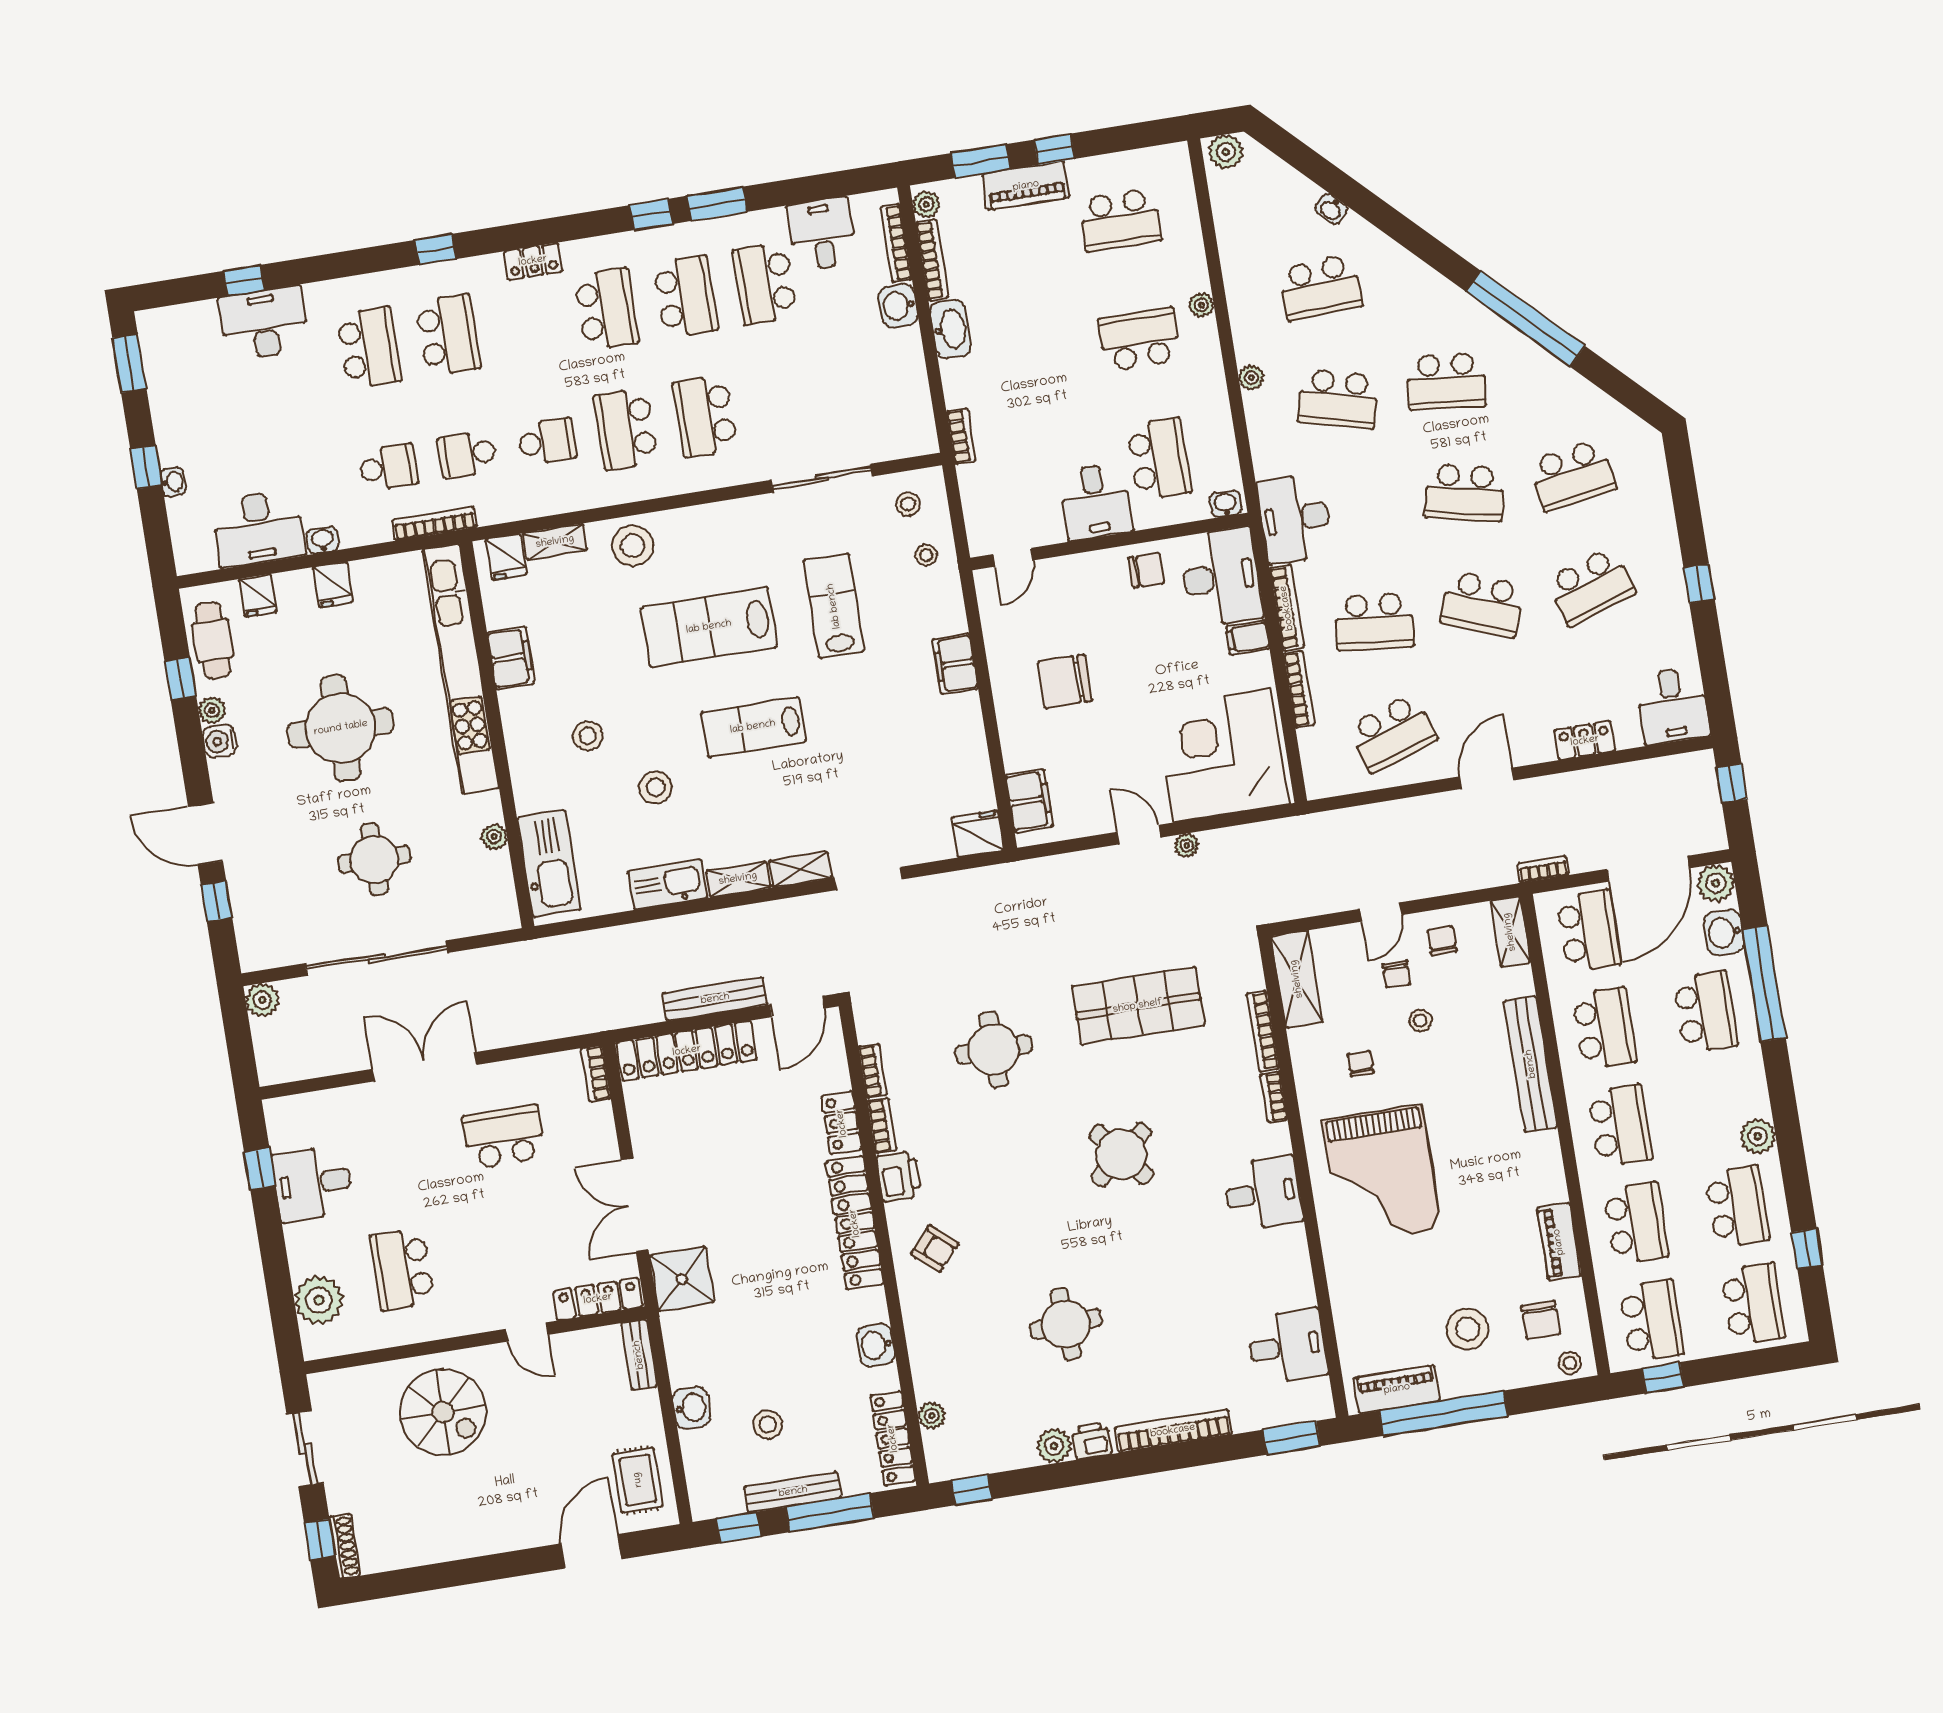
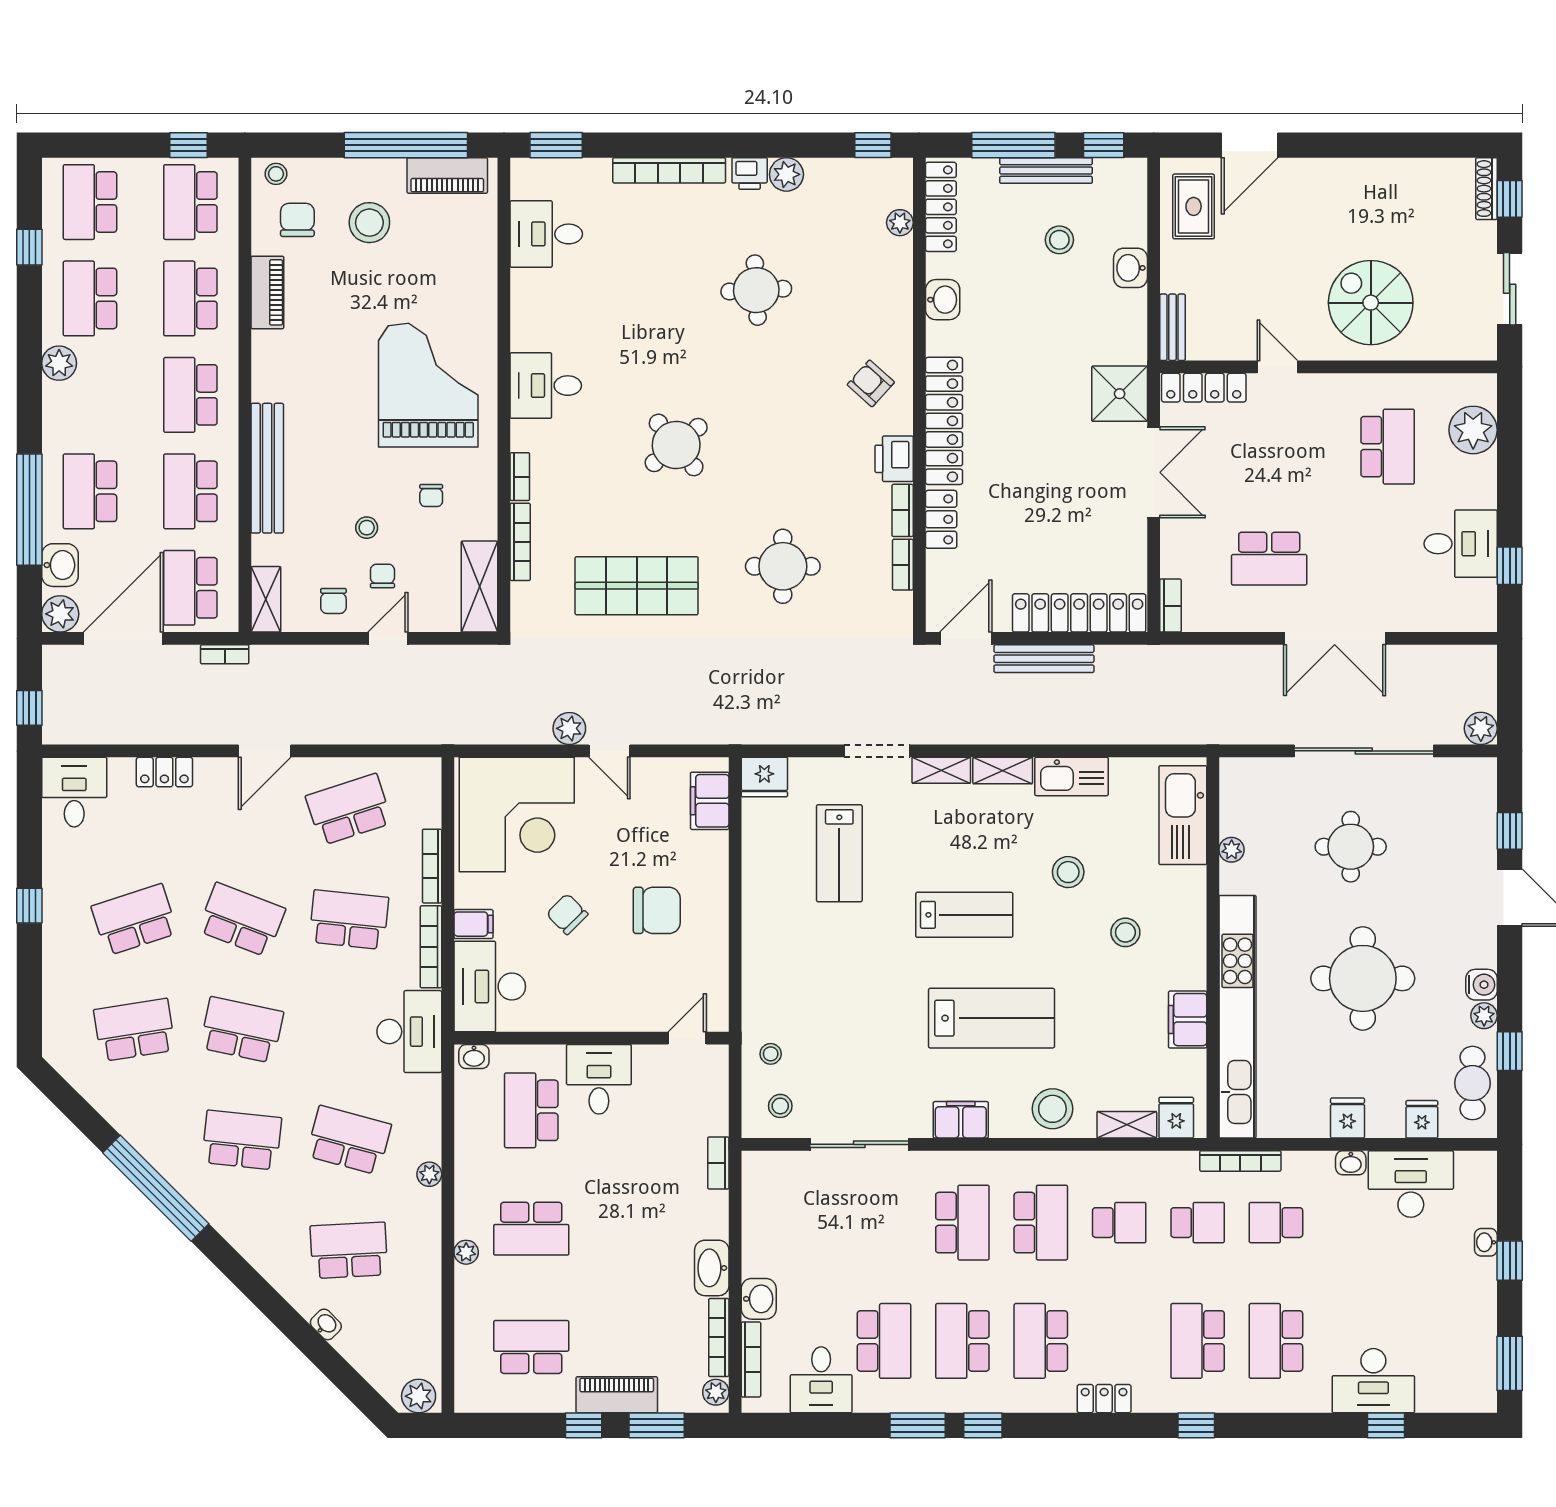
school desk: (547, 442) -> (1119, 1223), turned 180
chair: (1146, 570) -> (567, 914), moved, turned 45
lab bench: (834, 606) -> (839, 853), moved
filing cabinet: (955, 664) -> (961, 1120), moved, turned -90
plant: (1187, 846) -> (569, 728), width x1.38, depth x1.38

